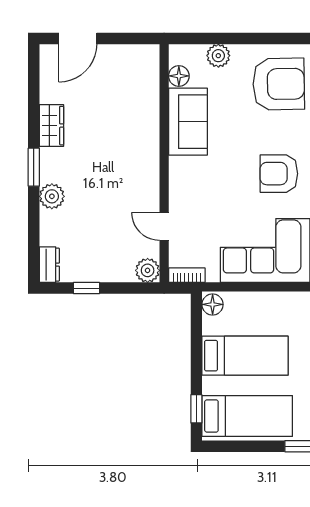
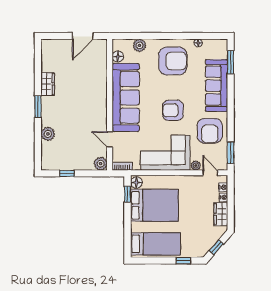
door: (78, 38) -> (83, 36), moved
sofa: (188, 122) -> (126, 97), width x1.85, depth x1.27
plant: (52, 196) -> (48, 134), moved
dresser: (49, 265) -> (46, 160), removed
bed: (245, 356) -> (154, 205), width x1.50
window: (196, 409) -> (127, 194), moved

